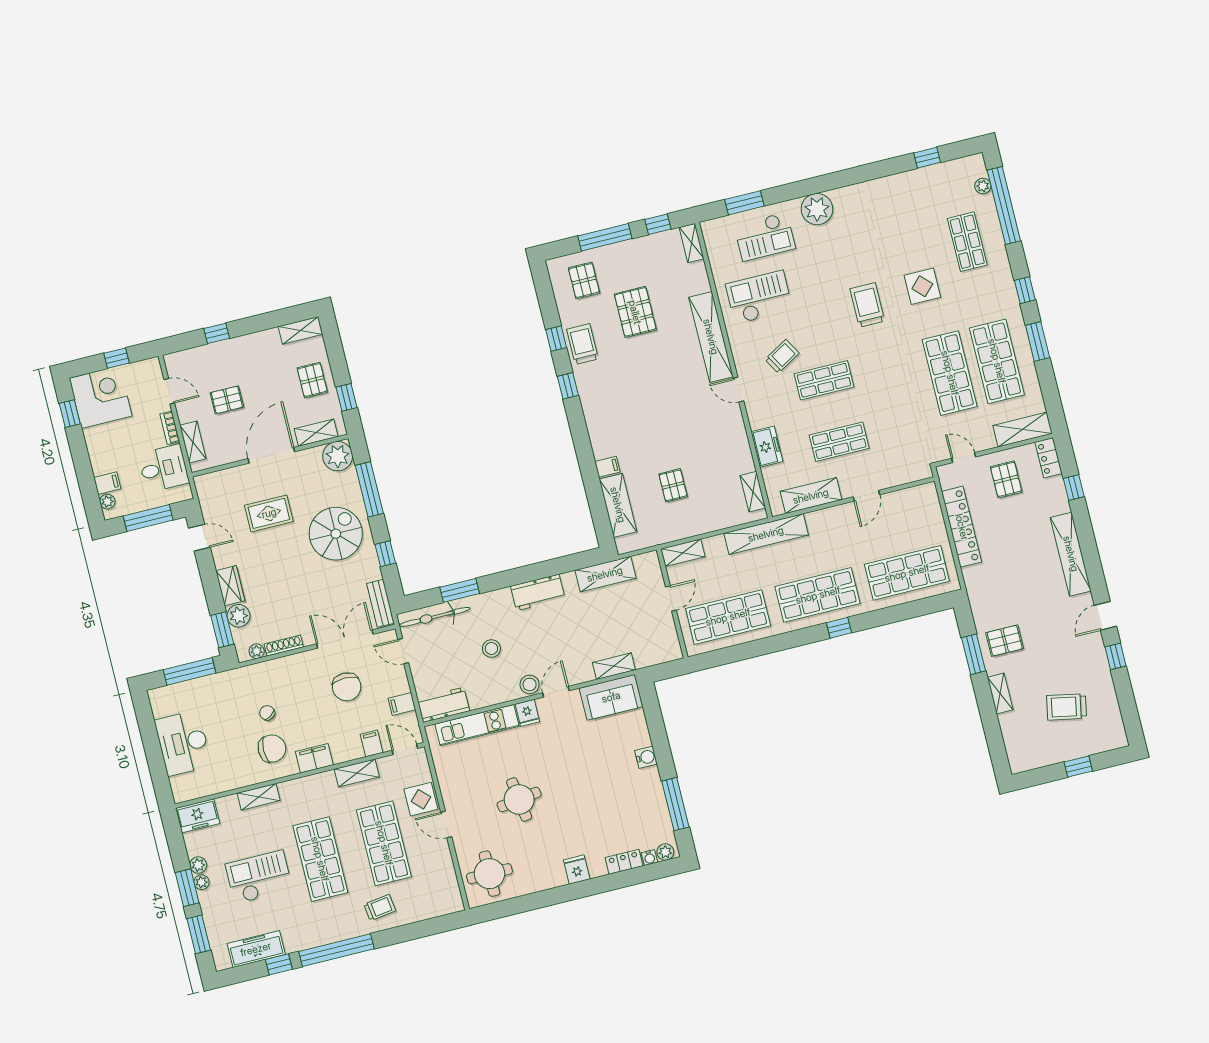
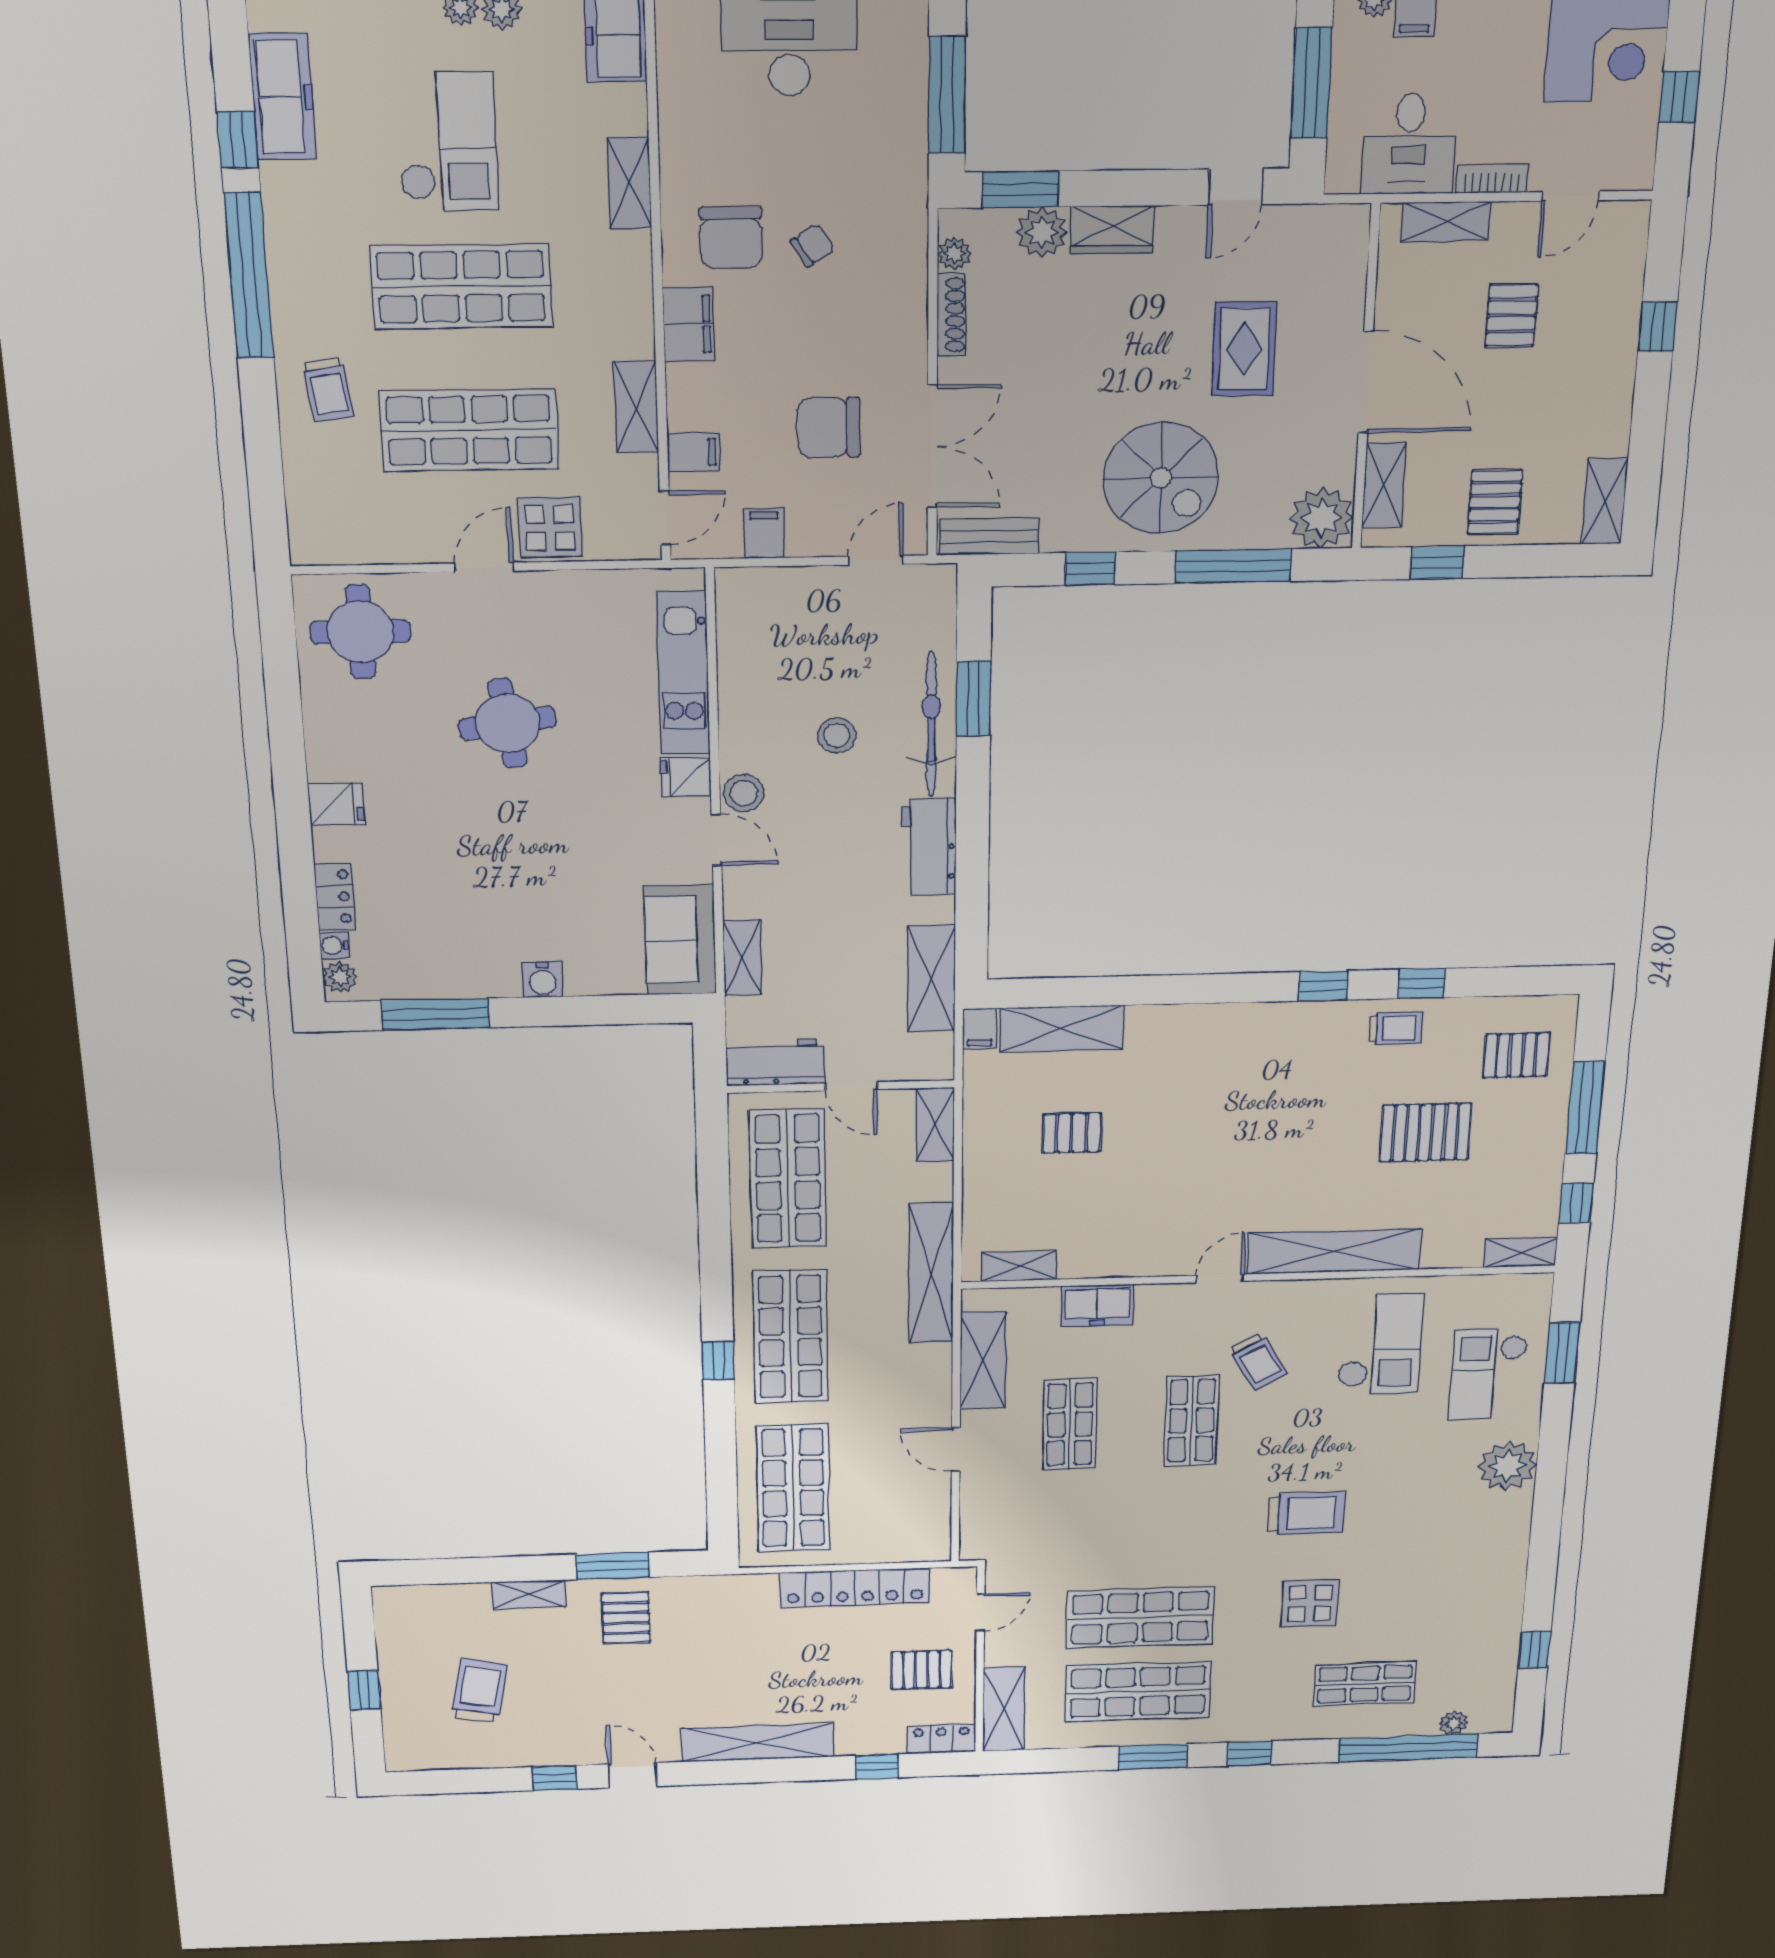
trolley: (582, 344) -> (1396, 1028), width x0.73, depth x0.72
pallet: (312, 380) -> (1495, 502), turned 90
filing cabinet: (607, 467) -> (980, 1029), moved
bicycle: (435, 617) -> (931, 724), moved
workbench: (443, 705) -> (776, 1062), moved, turned -90

